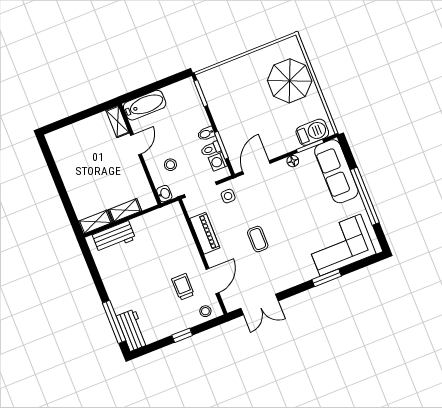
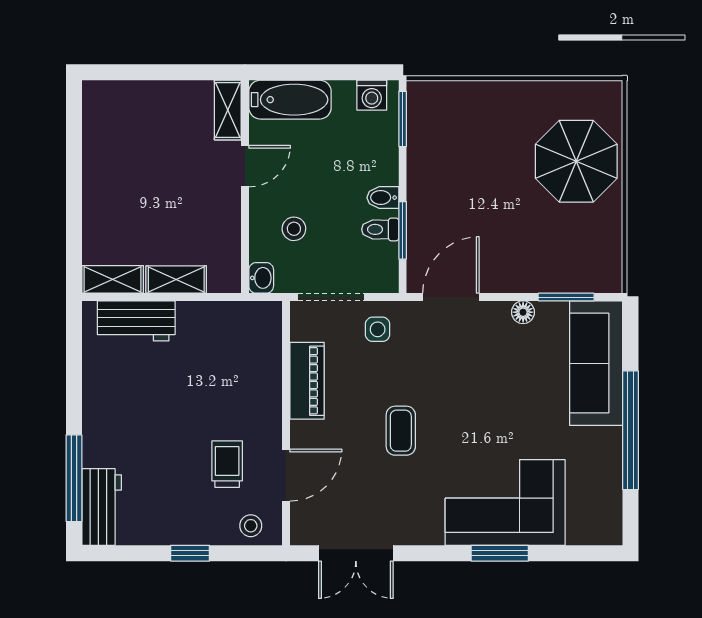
barbecue: (312, 132) -> (581, 273), removed
washing machine: (218, 162) -> (372, 95), moved, turned -90
corner sofa: (340, 245) -> (505, 503), moved

